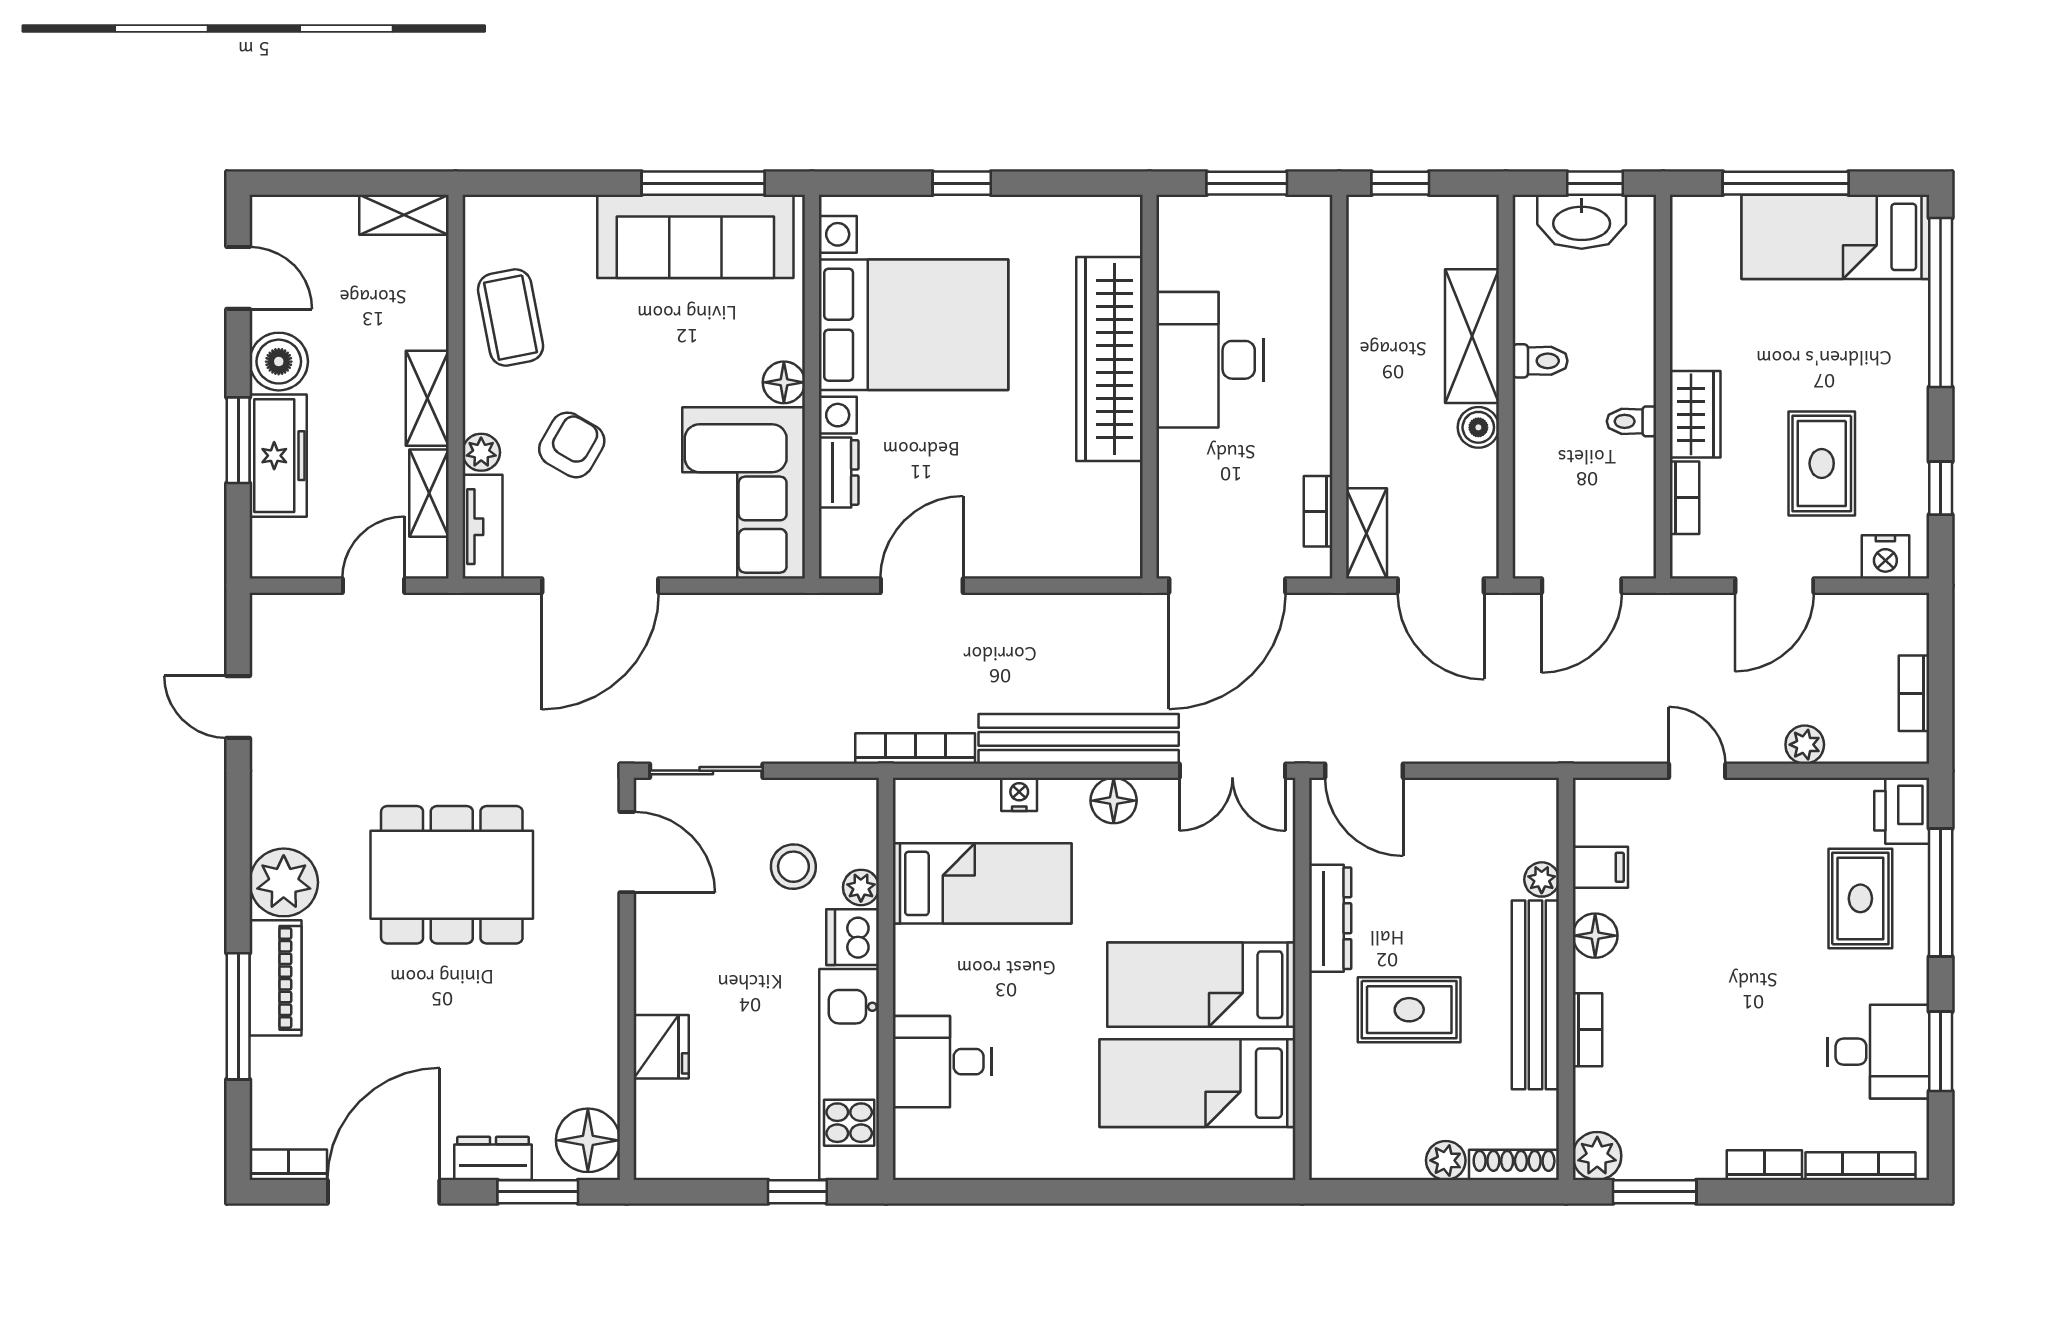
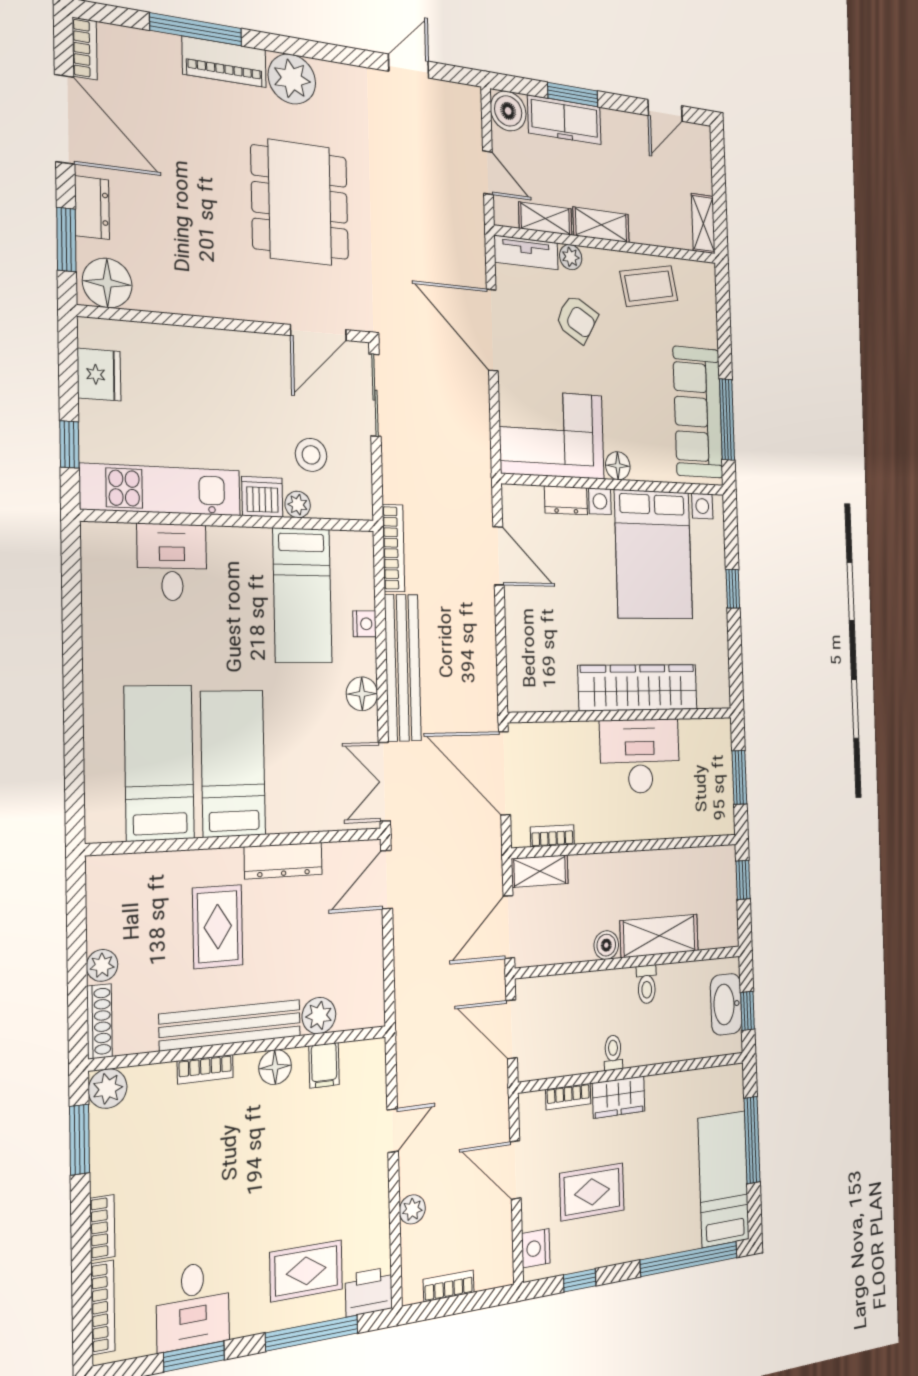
boiler: (279, 362) -> (508, 111), moved
plant: (1542, 879) -> (319, 1016), width x1.38, depth x1.38
fridge: (661, 1047) -> (99, 375), moved, turned -90

